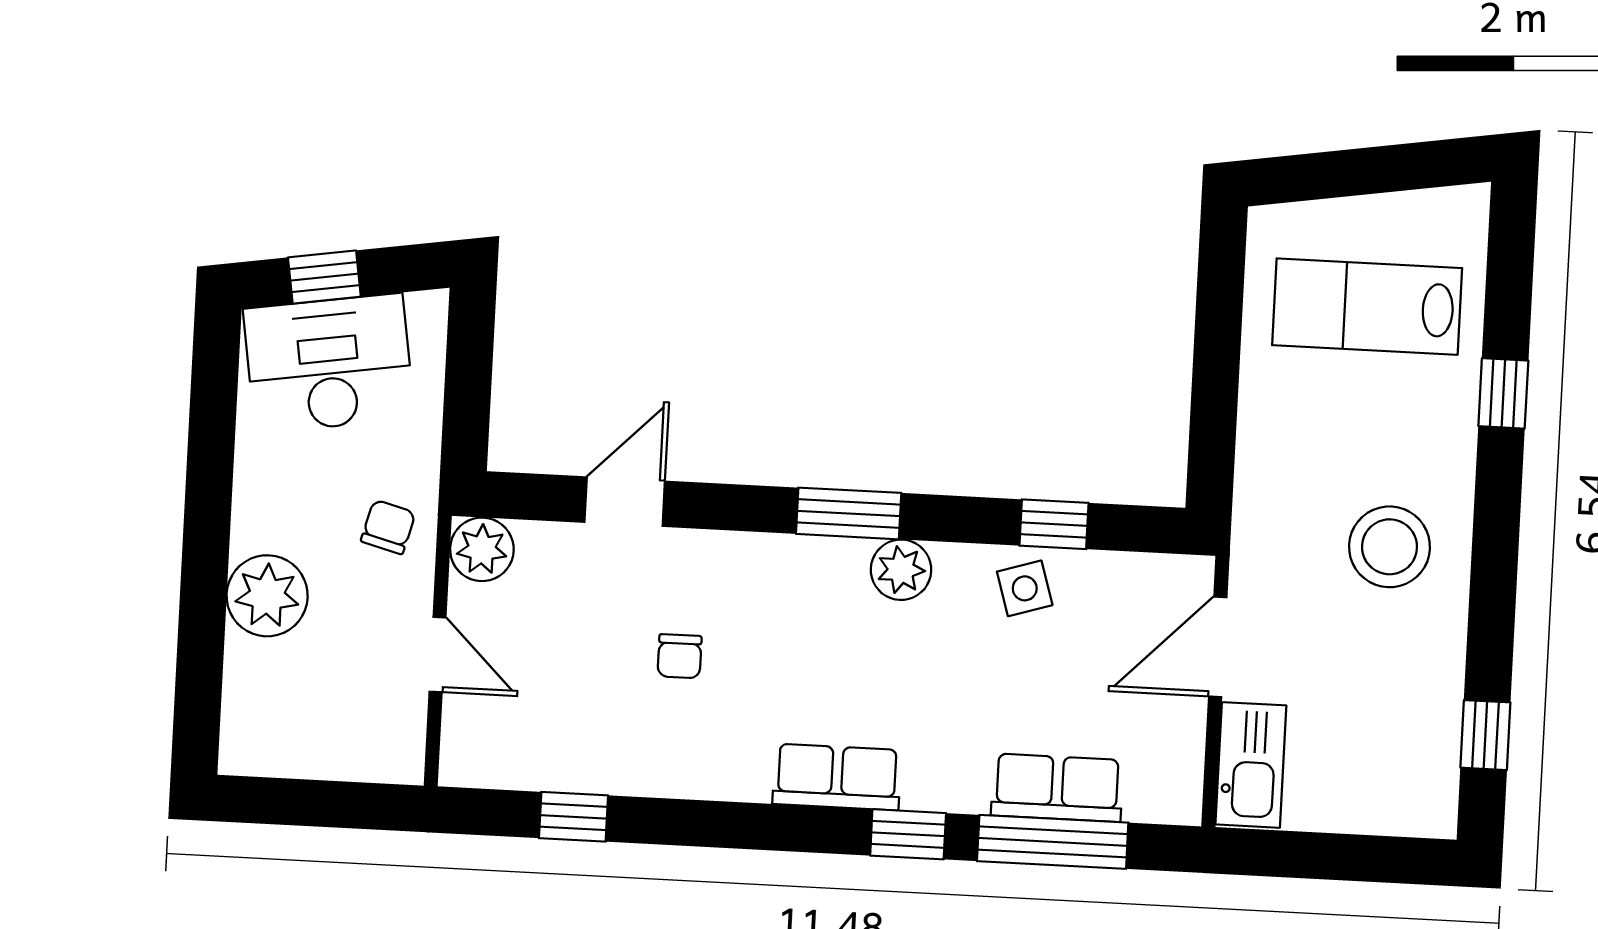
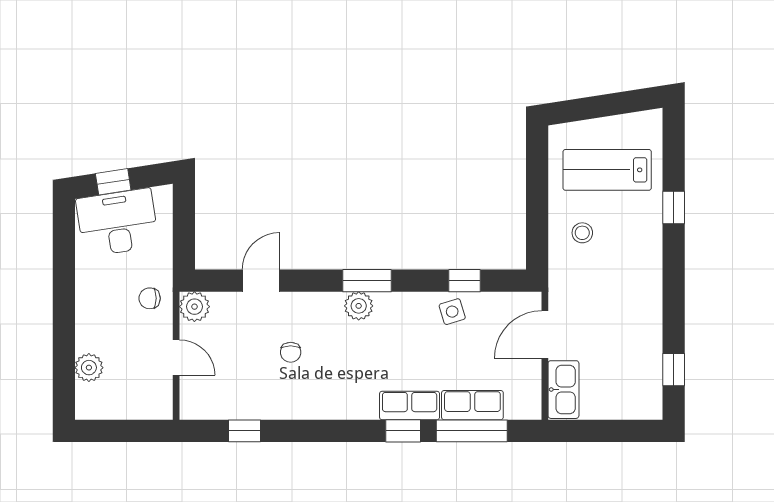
chair: (388, 527) -> (150, 298), turned -105
stool: (1390, 547) -> (582, 233), moved, width x0.53, depth x0.53
plant: (901, 570) -> (359, 306), moved
plant: (267, 596) -> (89, 368), moved, width x0.73, depth x0.73
row of seats: (837, 777) -> (410, 405), moved

